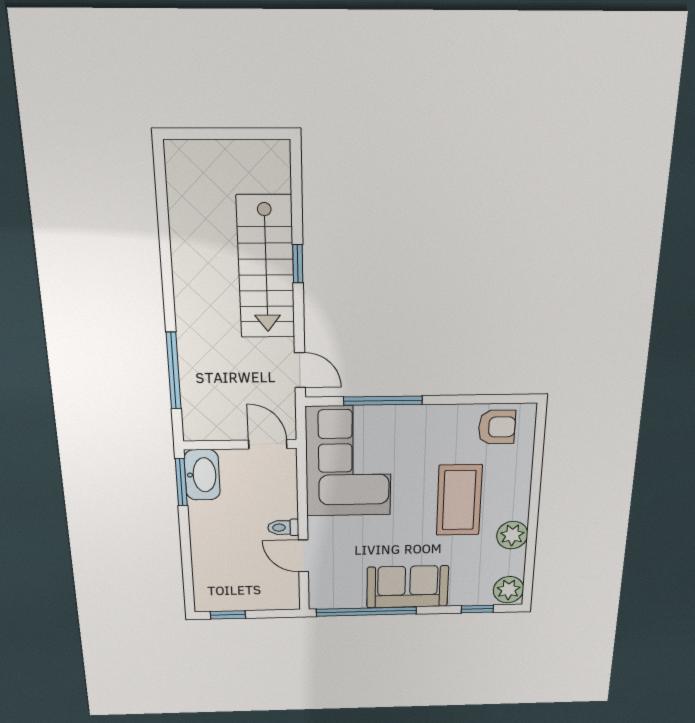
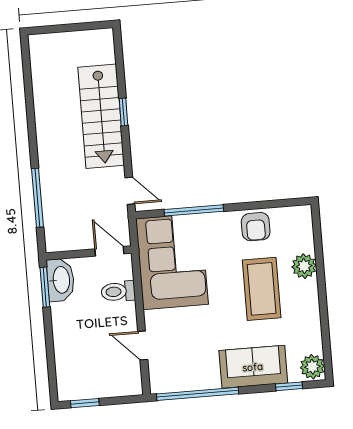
armchair: (497, 427) -> (256, 227), moved, turned 90
toilet: (283, 528) -> (118, 291), moved, width x1.37, depth x1.39
plant: (512, 535) -> (304, 266), moved
sofa: (408, 587) -> (253, 367), moved

